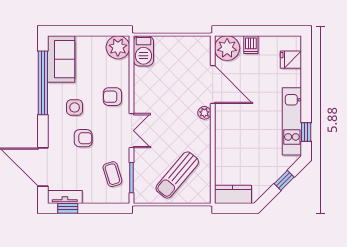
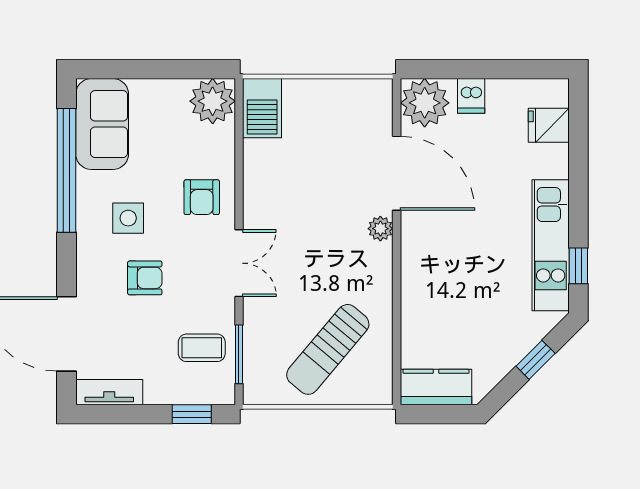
armchair: (112, 97) -> (202, 197), turned -90
coffee table: (112, 174) -> (202, 348), turned -73
window: (68, 208) -> (192, 414), moved

